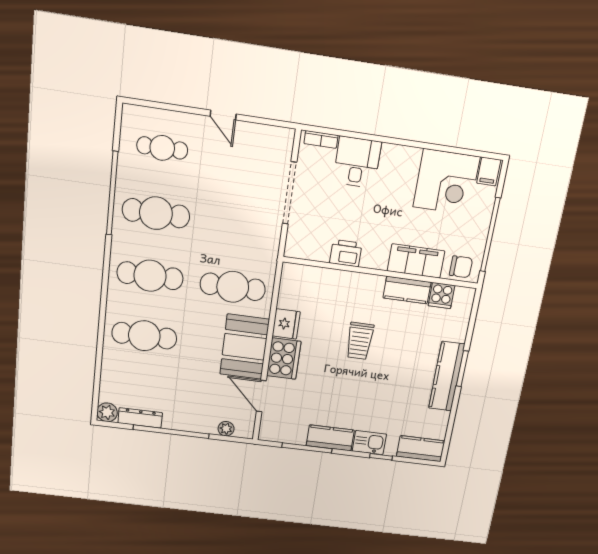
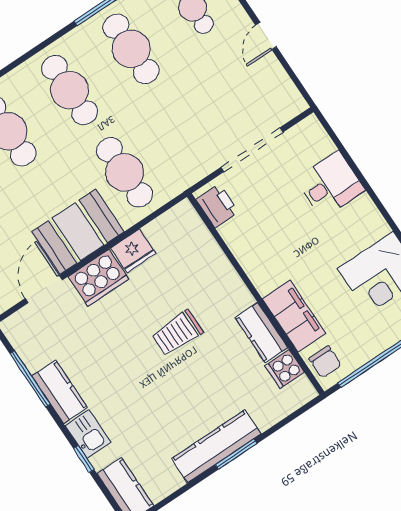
bookcase: (321, 139) -> (321, 136), removed
printer: (346, 253) -> (217, 206), moved

